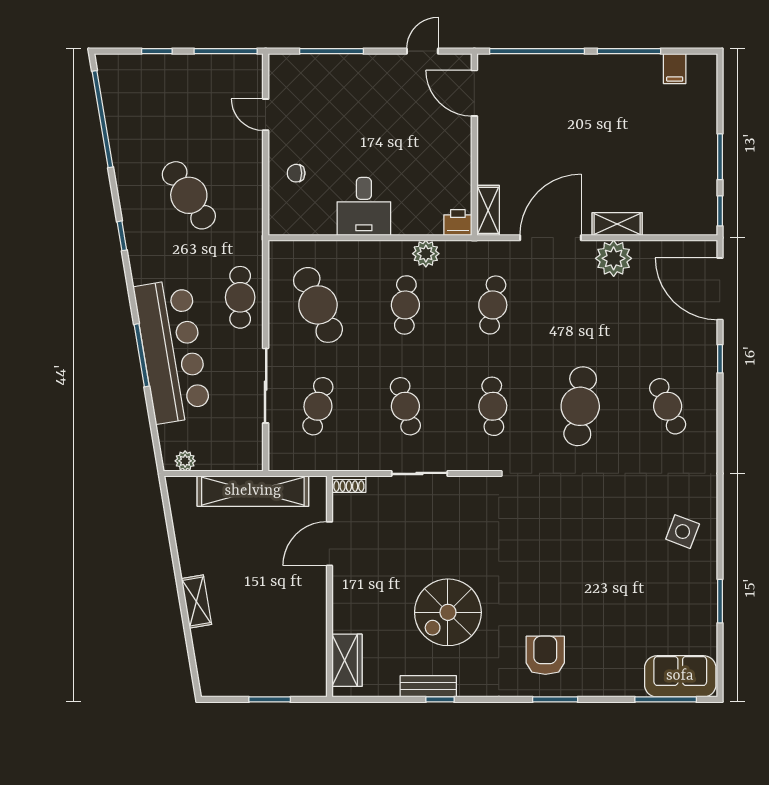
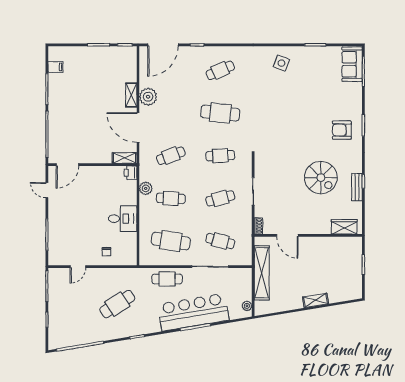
cafe table: (318, 305) -> (171, 241), turned 33
cafe table: (493, 305) -> (171, 156), turned -30

